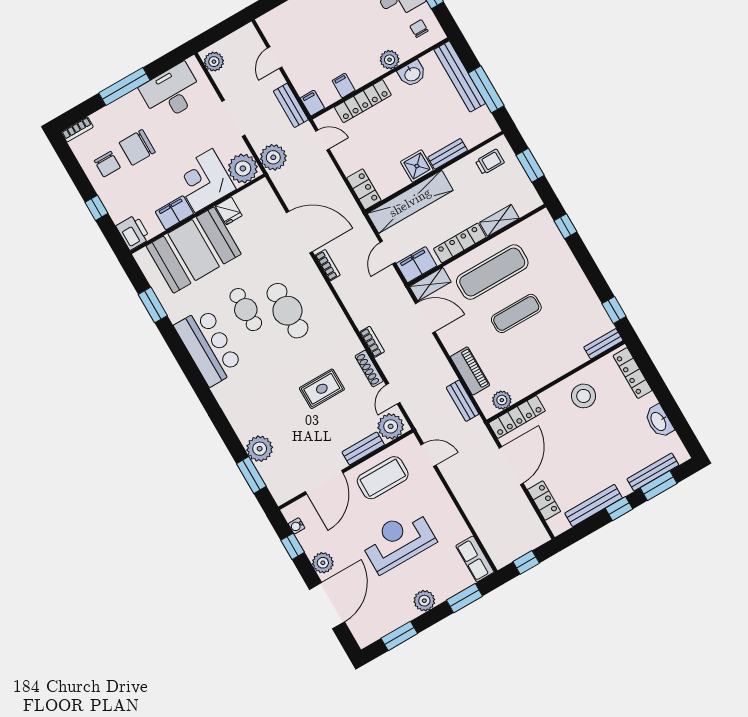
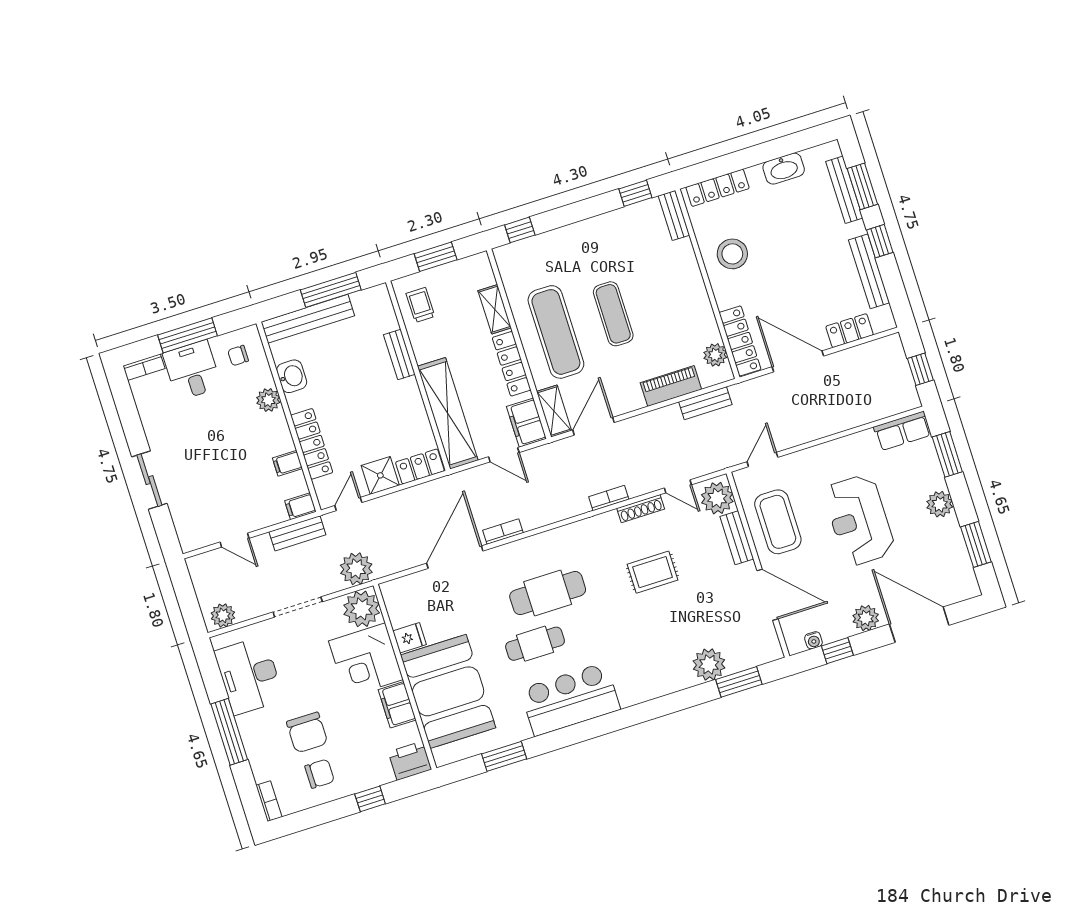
shower: (417, 166) -> (380, 475), moved
rug: (322, 389) -> (653, 572), turned 90

